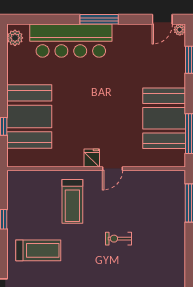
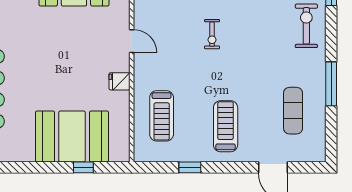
fridge: (92, 158) -> (120, 81), moved
treadmill: (72, 201) -> (162, 116), moved, turned 90

